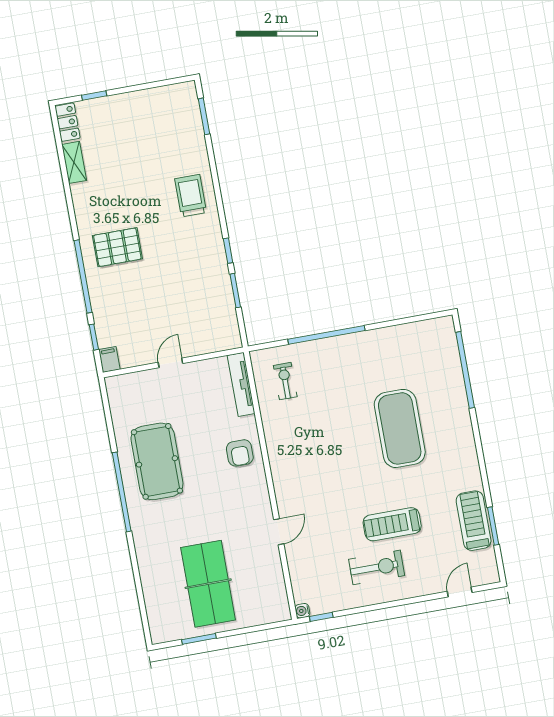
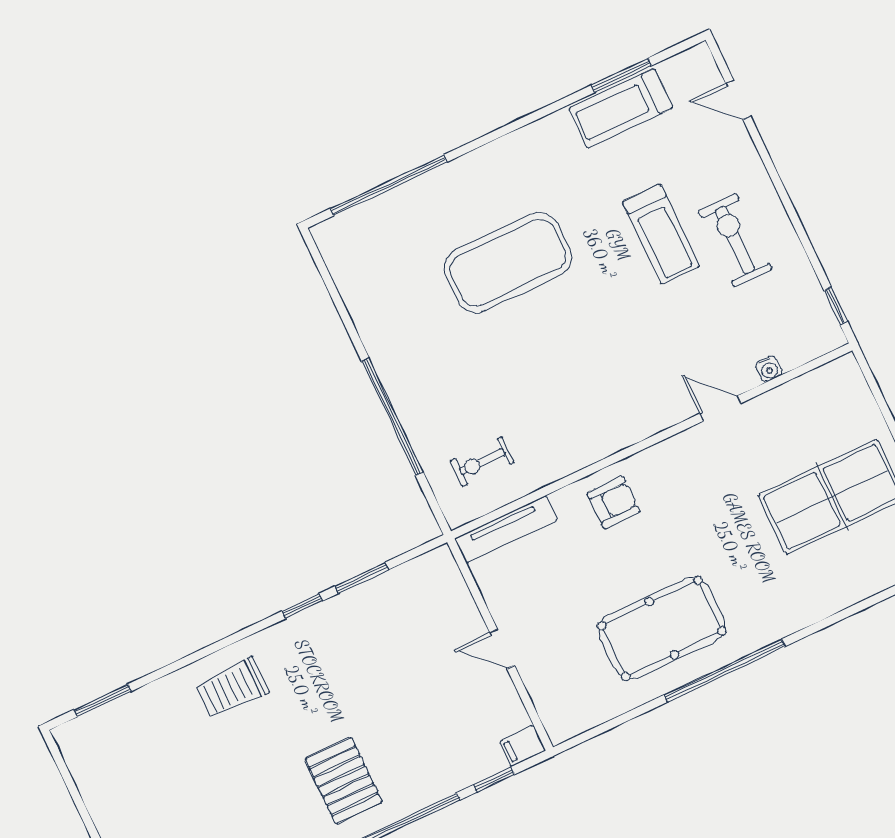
water cooler: (302, 611) -> (769, 369), moved

